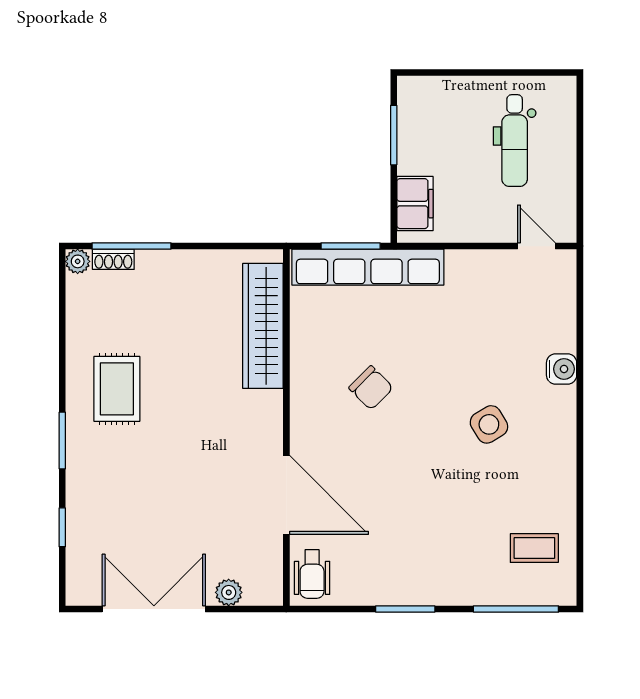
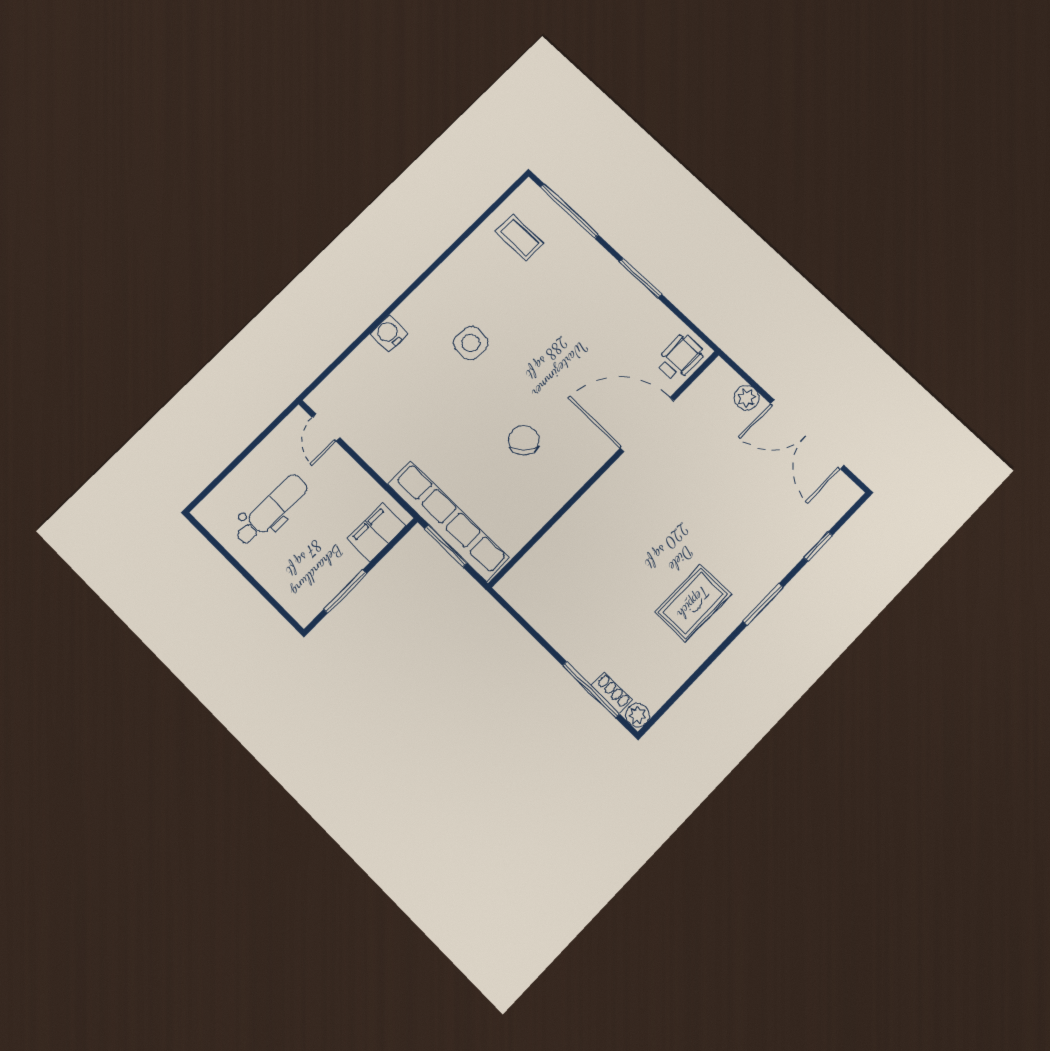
wardrobe: (263, 326) -> (555, 550), removed
side table: (489, 424) -> (471, 343), turned 31
door: (286, 495) -> (647, 424), hinge flipped

